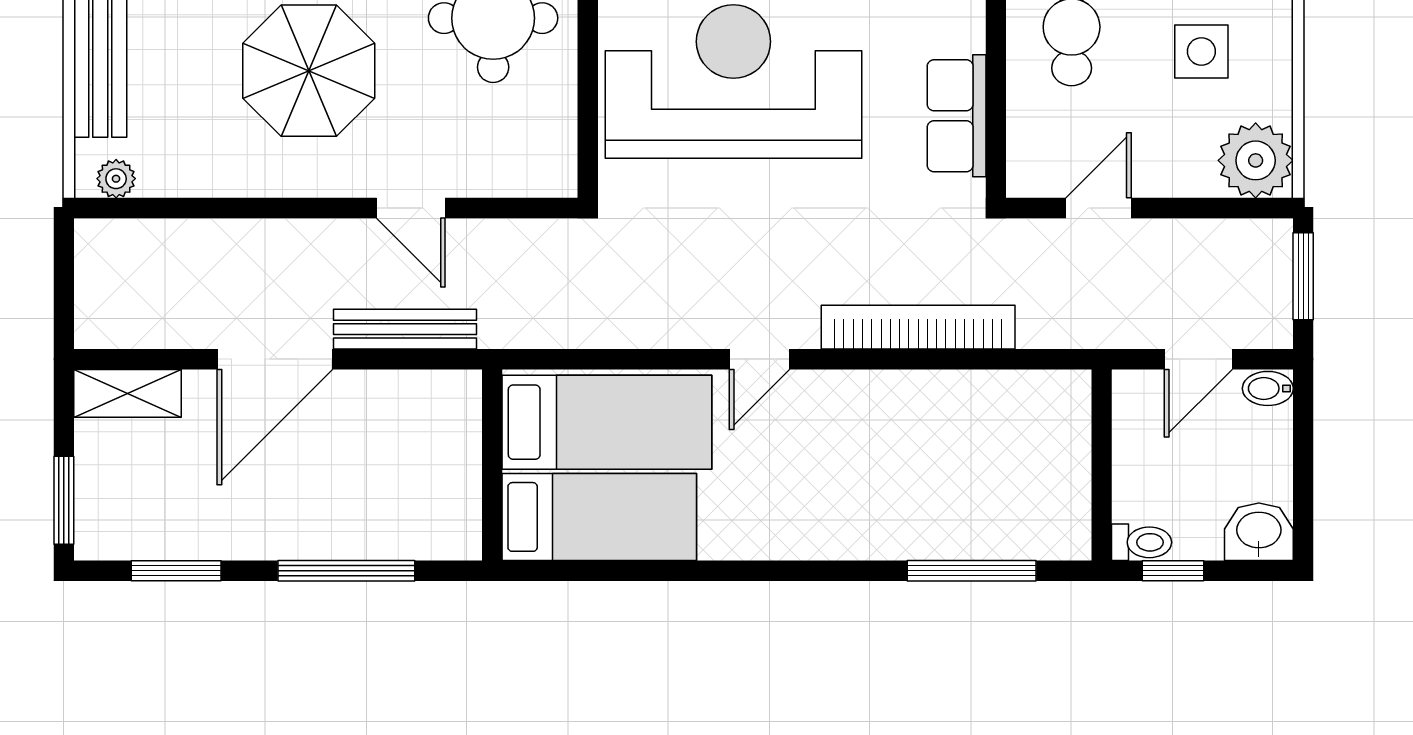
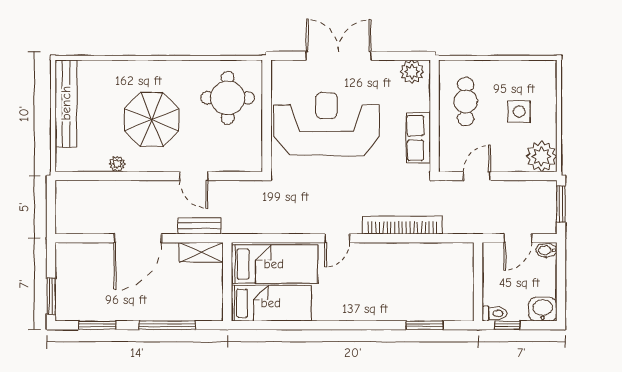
plant: (116, 179) -> (117, 164), moved
bench: (405, 329) -> (199, 226), width x0.73
shelving: (128, 393) -> (201, 252), moved
window: (972, 571) -> (424, 325), width x0.69

